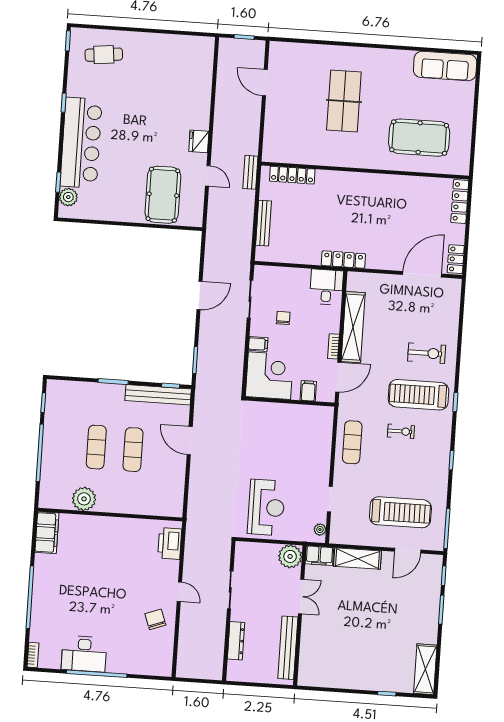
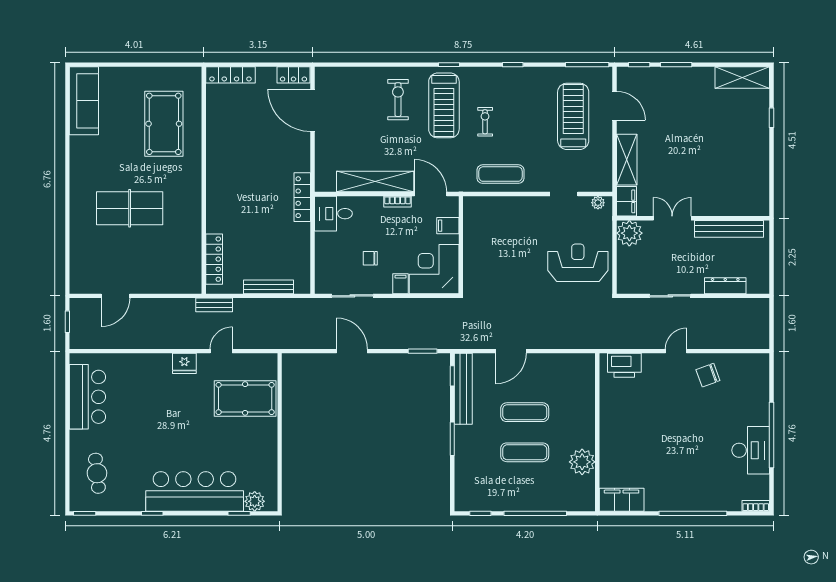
bar counter: (174, 51) -> (87, 397), added

